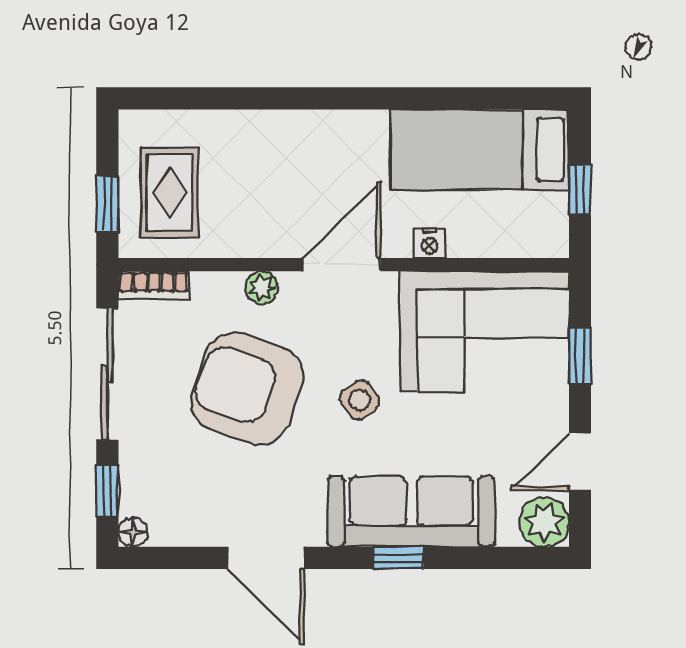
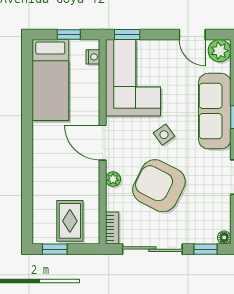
rug: (170, 193) -> (70, 221), turned 90
window: (107, 204) -> (55, 249), moved
nightstand: (430, 243) -> (93, 57), moved
window: (580, 355) -> (127, 34), moved
armchair: (247, 389) -> (159, 186), turned 98

